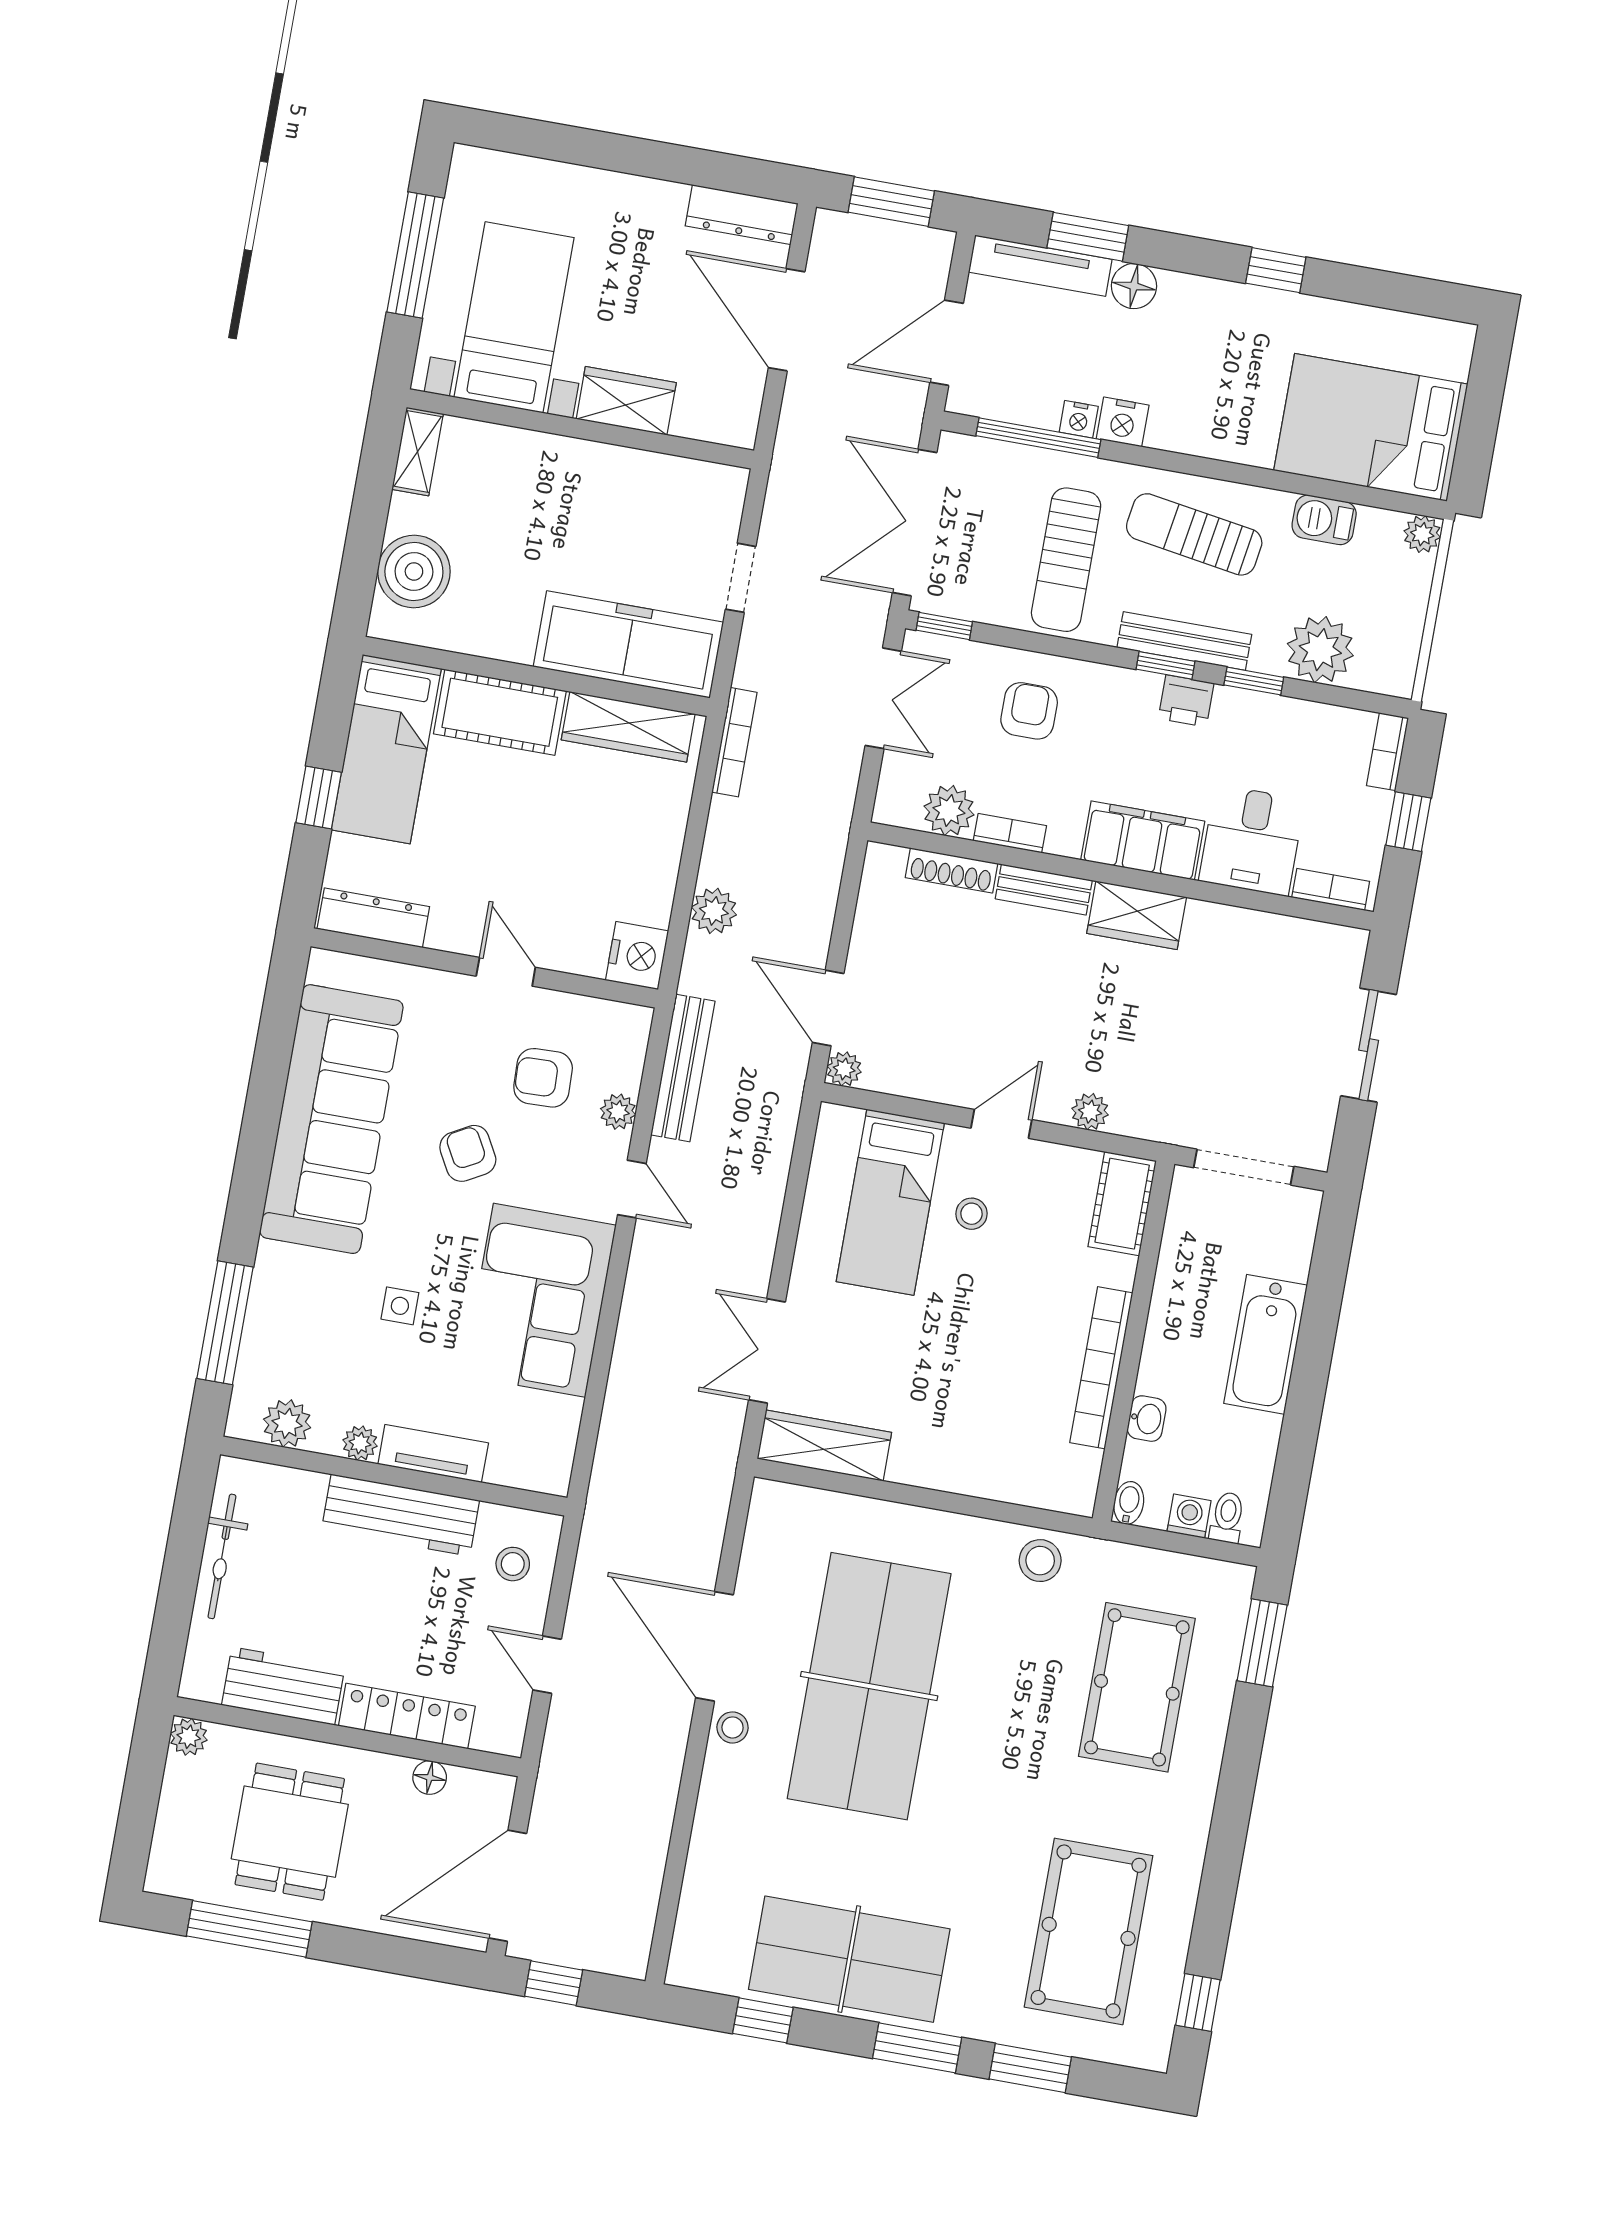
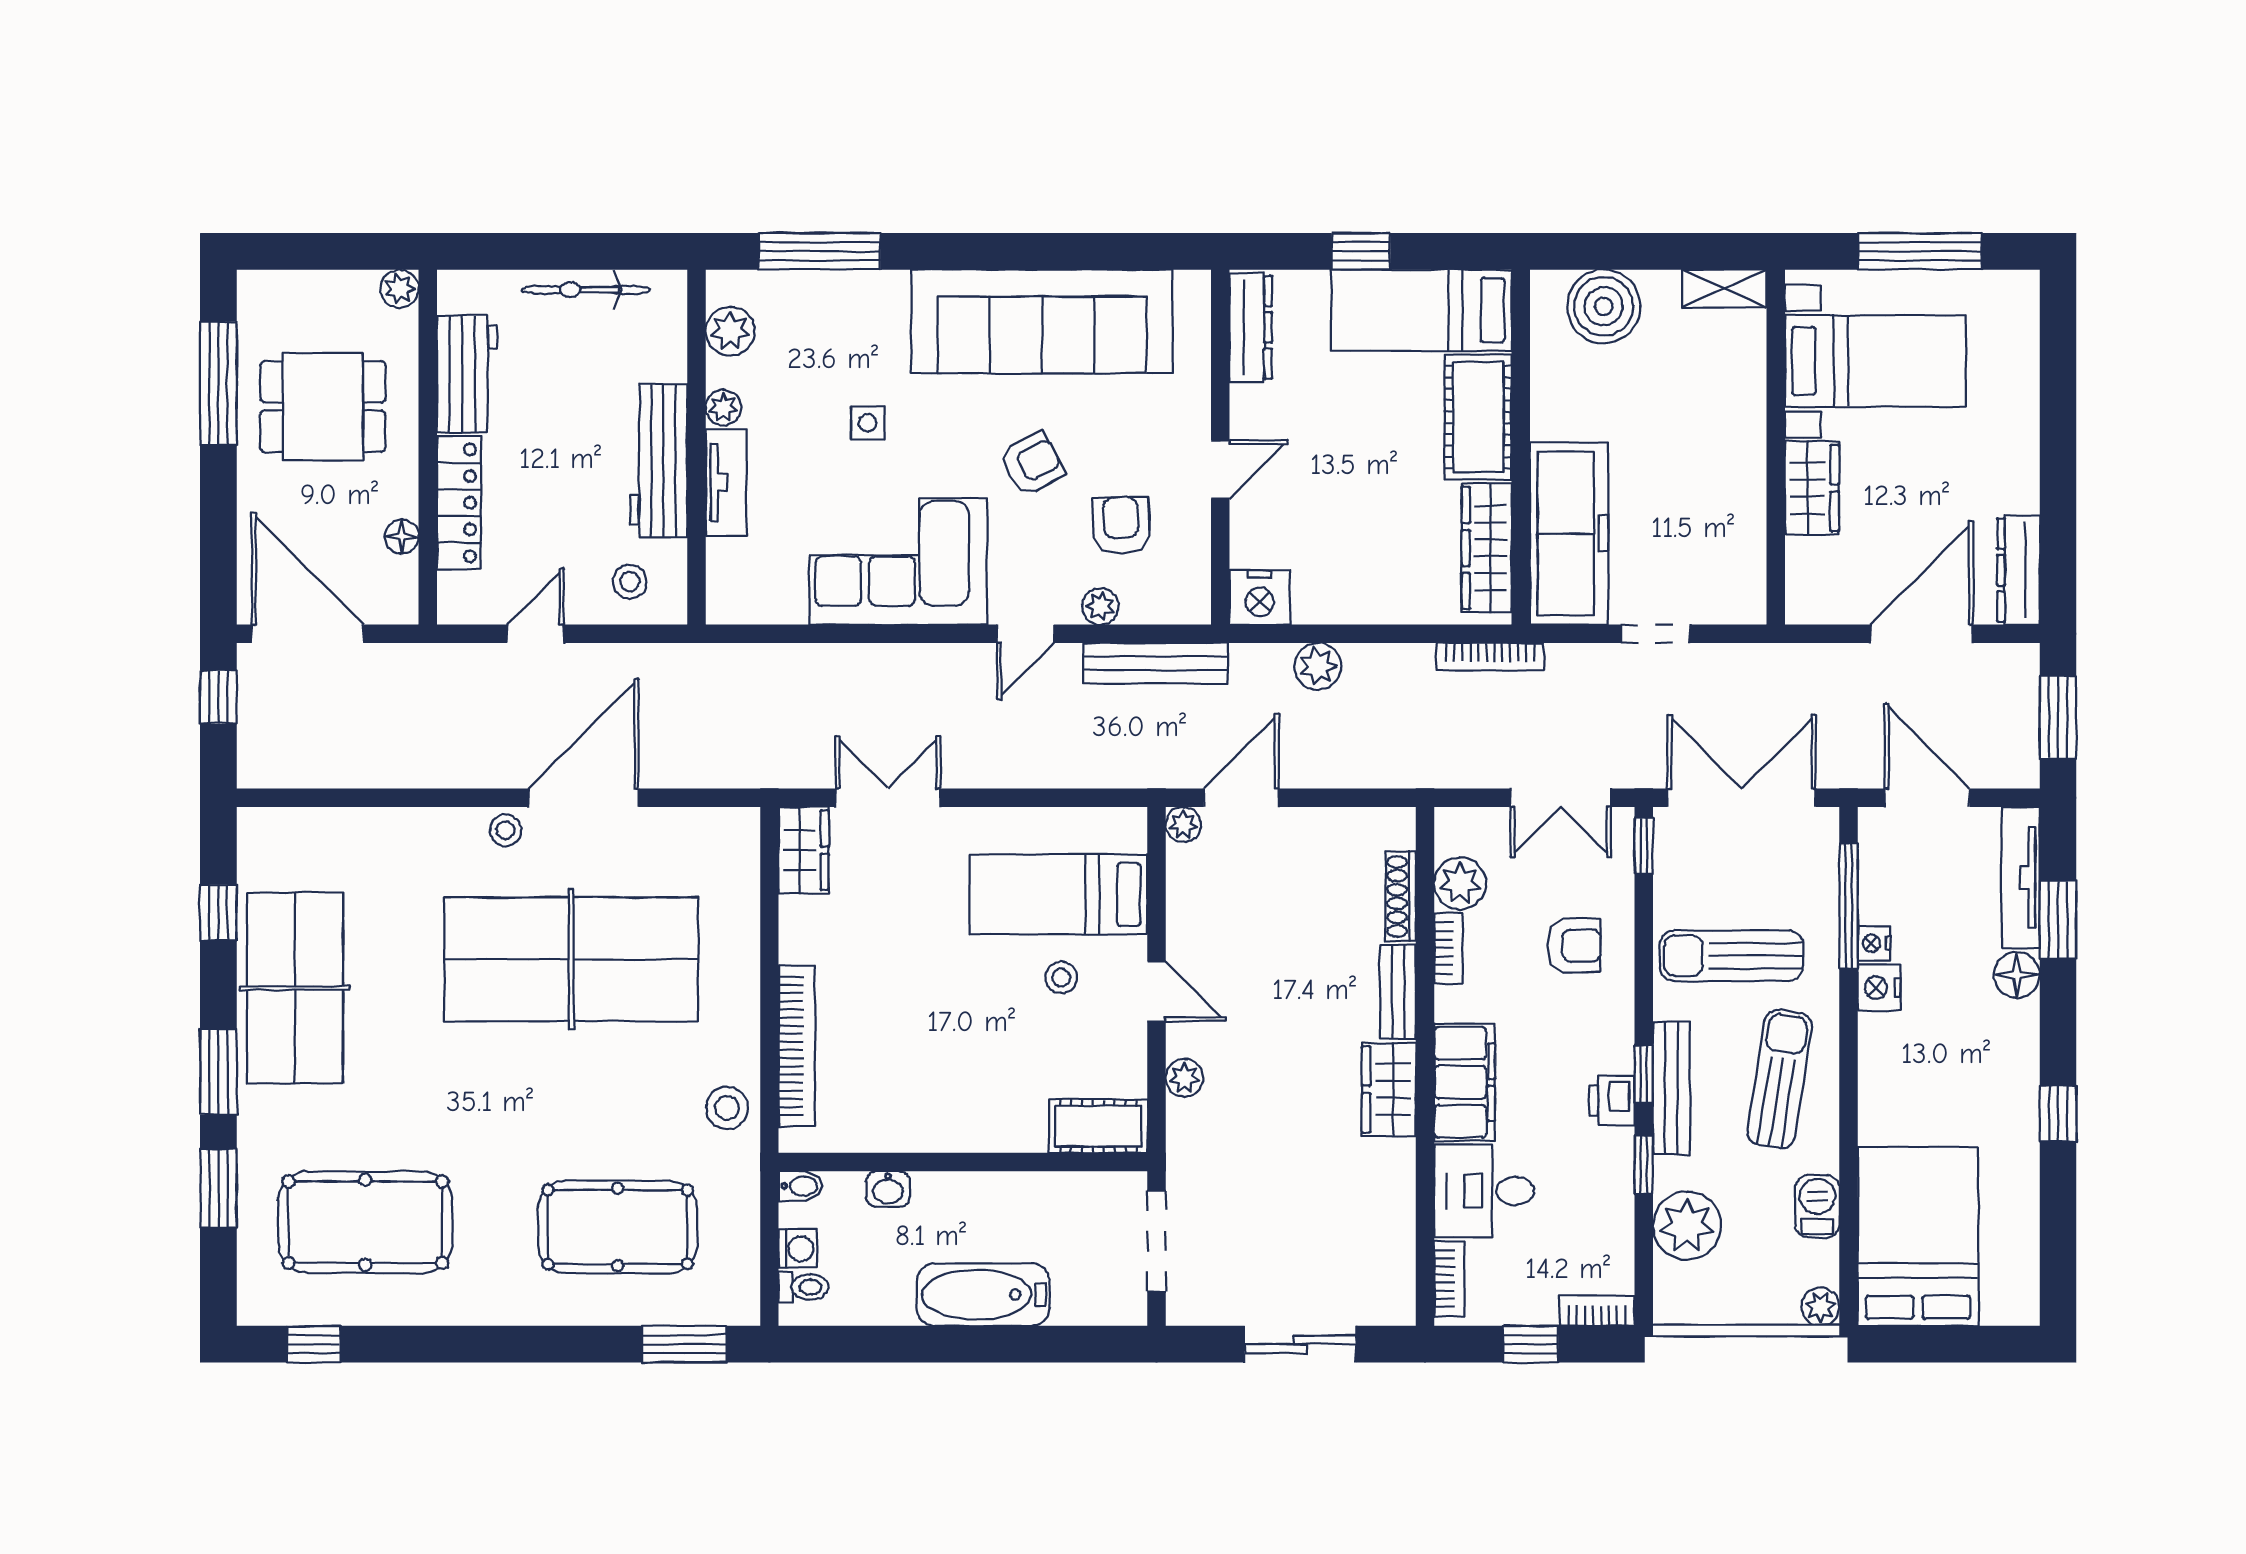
bookcase: (1101, 1368) -> (797, 1046), moved, turned 90
wardrobe: (824, 1446) -> (804, 850), width x0.67

